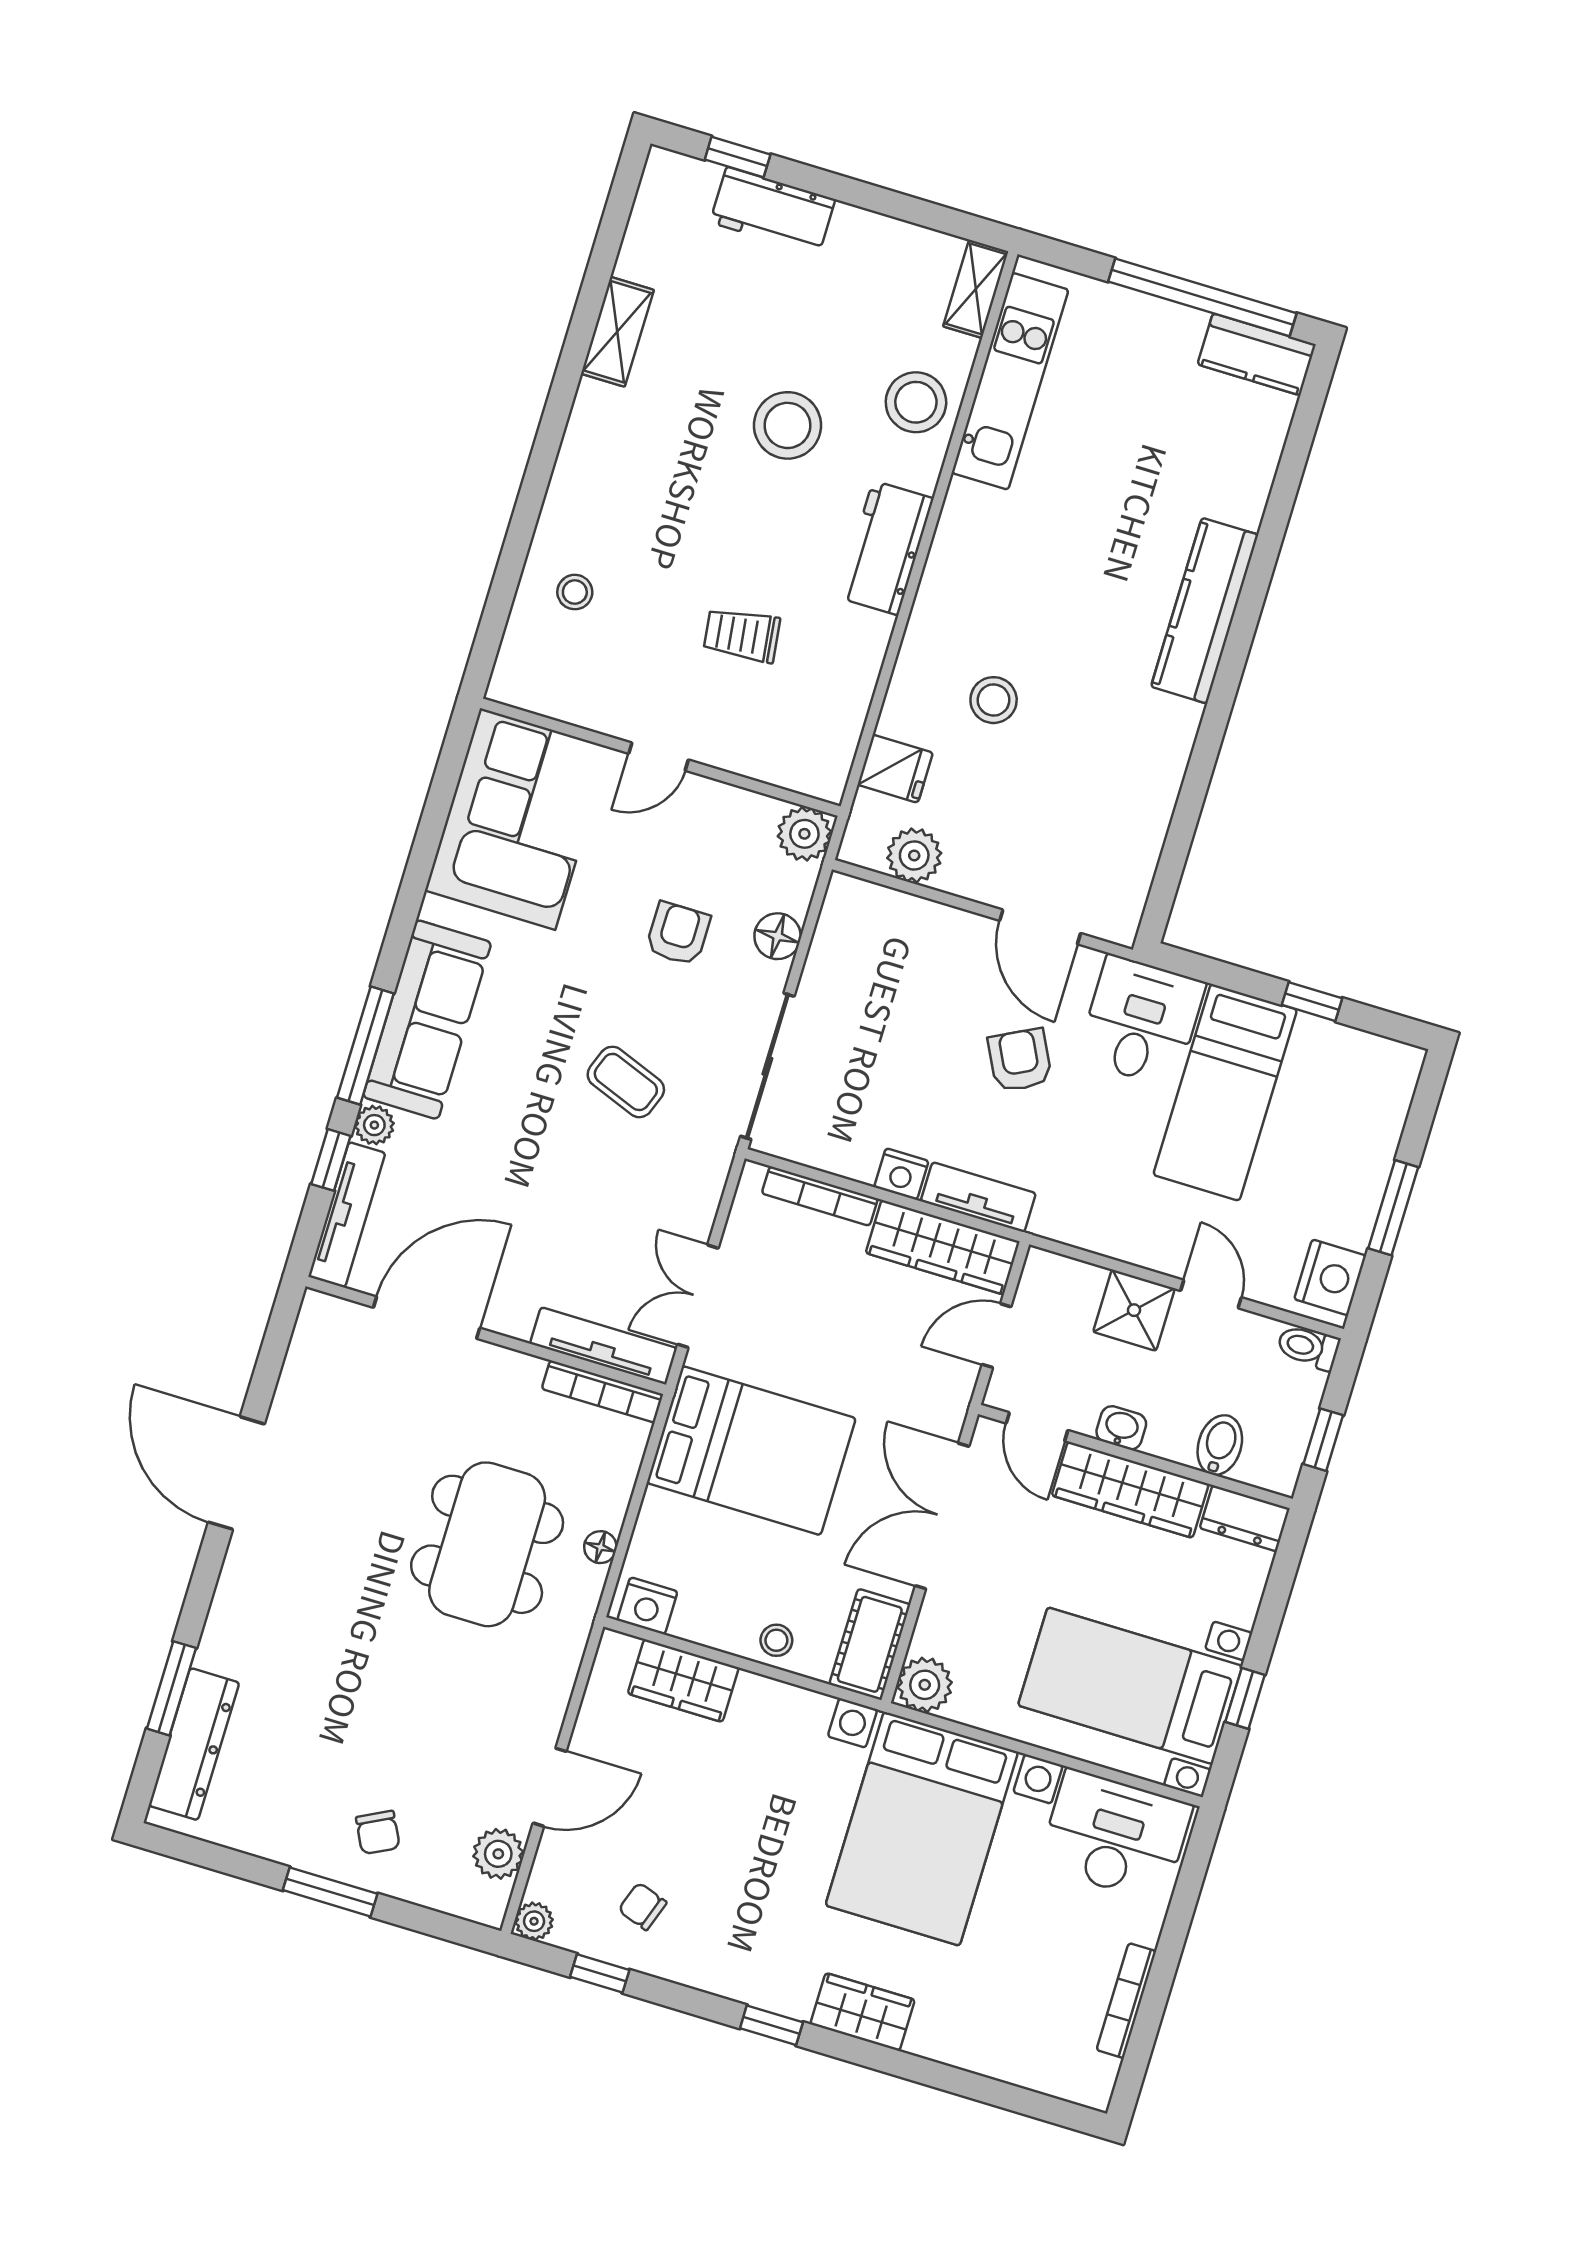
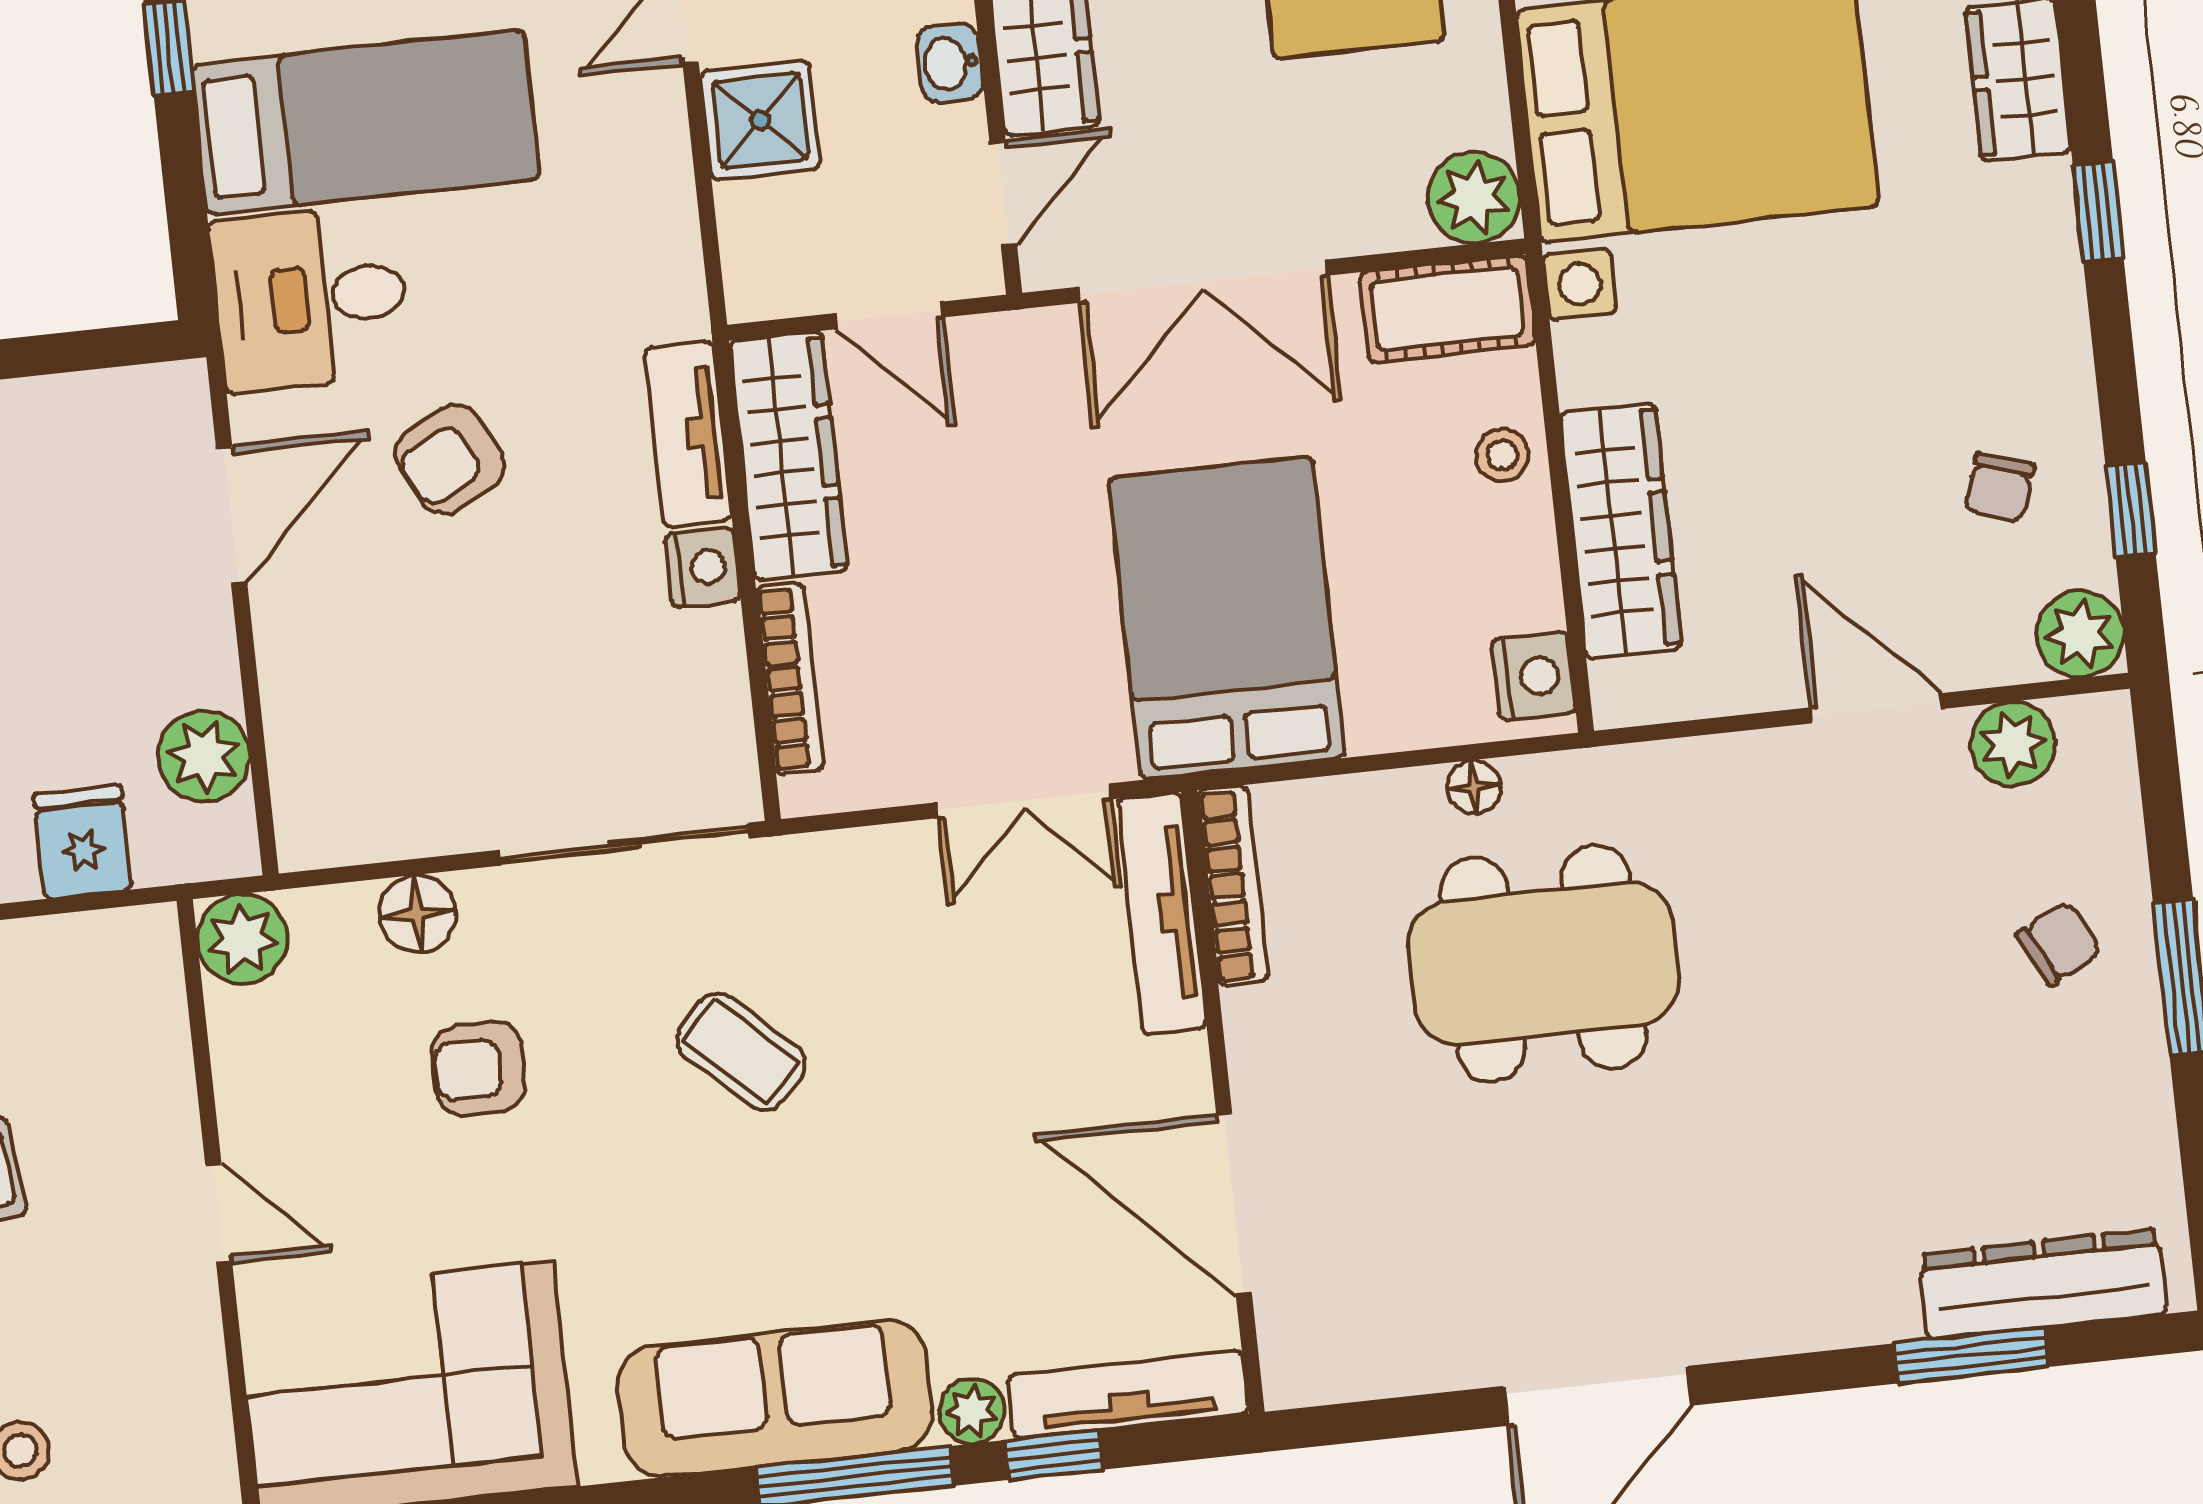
coffee table: (626, 1082) -> (741, 1052), turned -68
wardrobe: (683, 1681) -> (1621, 531), width x1.50
plant: (534, 1921) -> (2080, 634), width x1.38, depth x1.38

